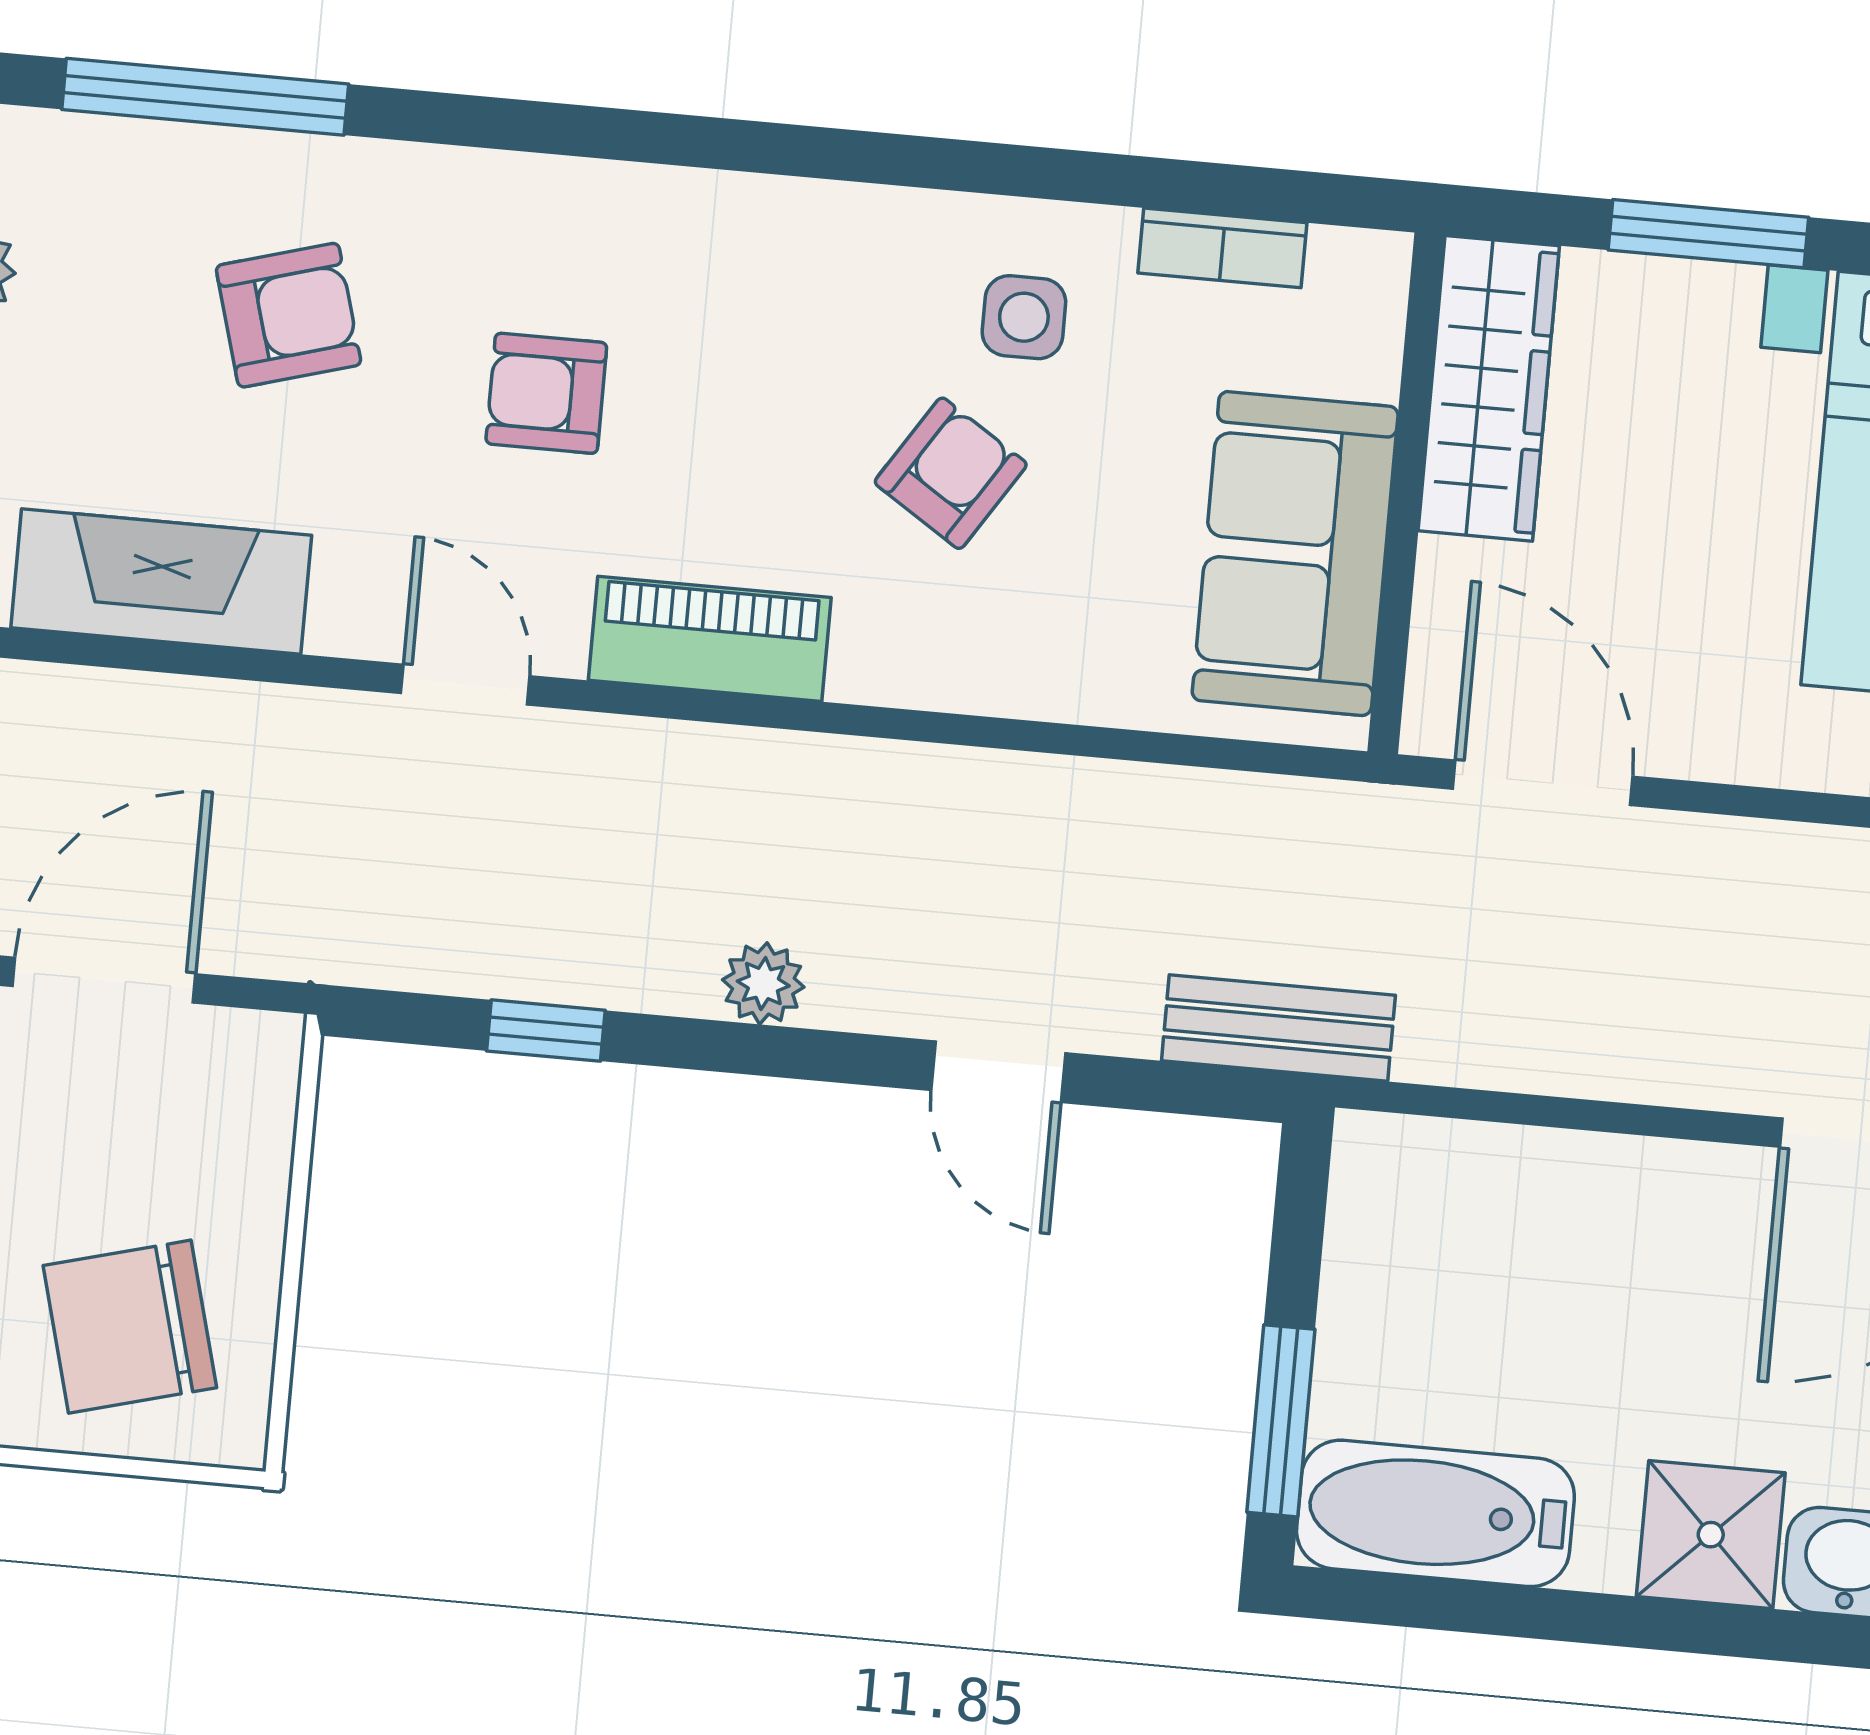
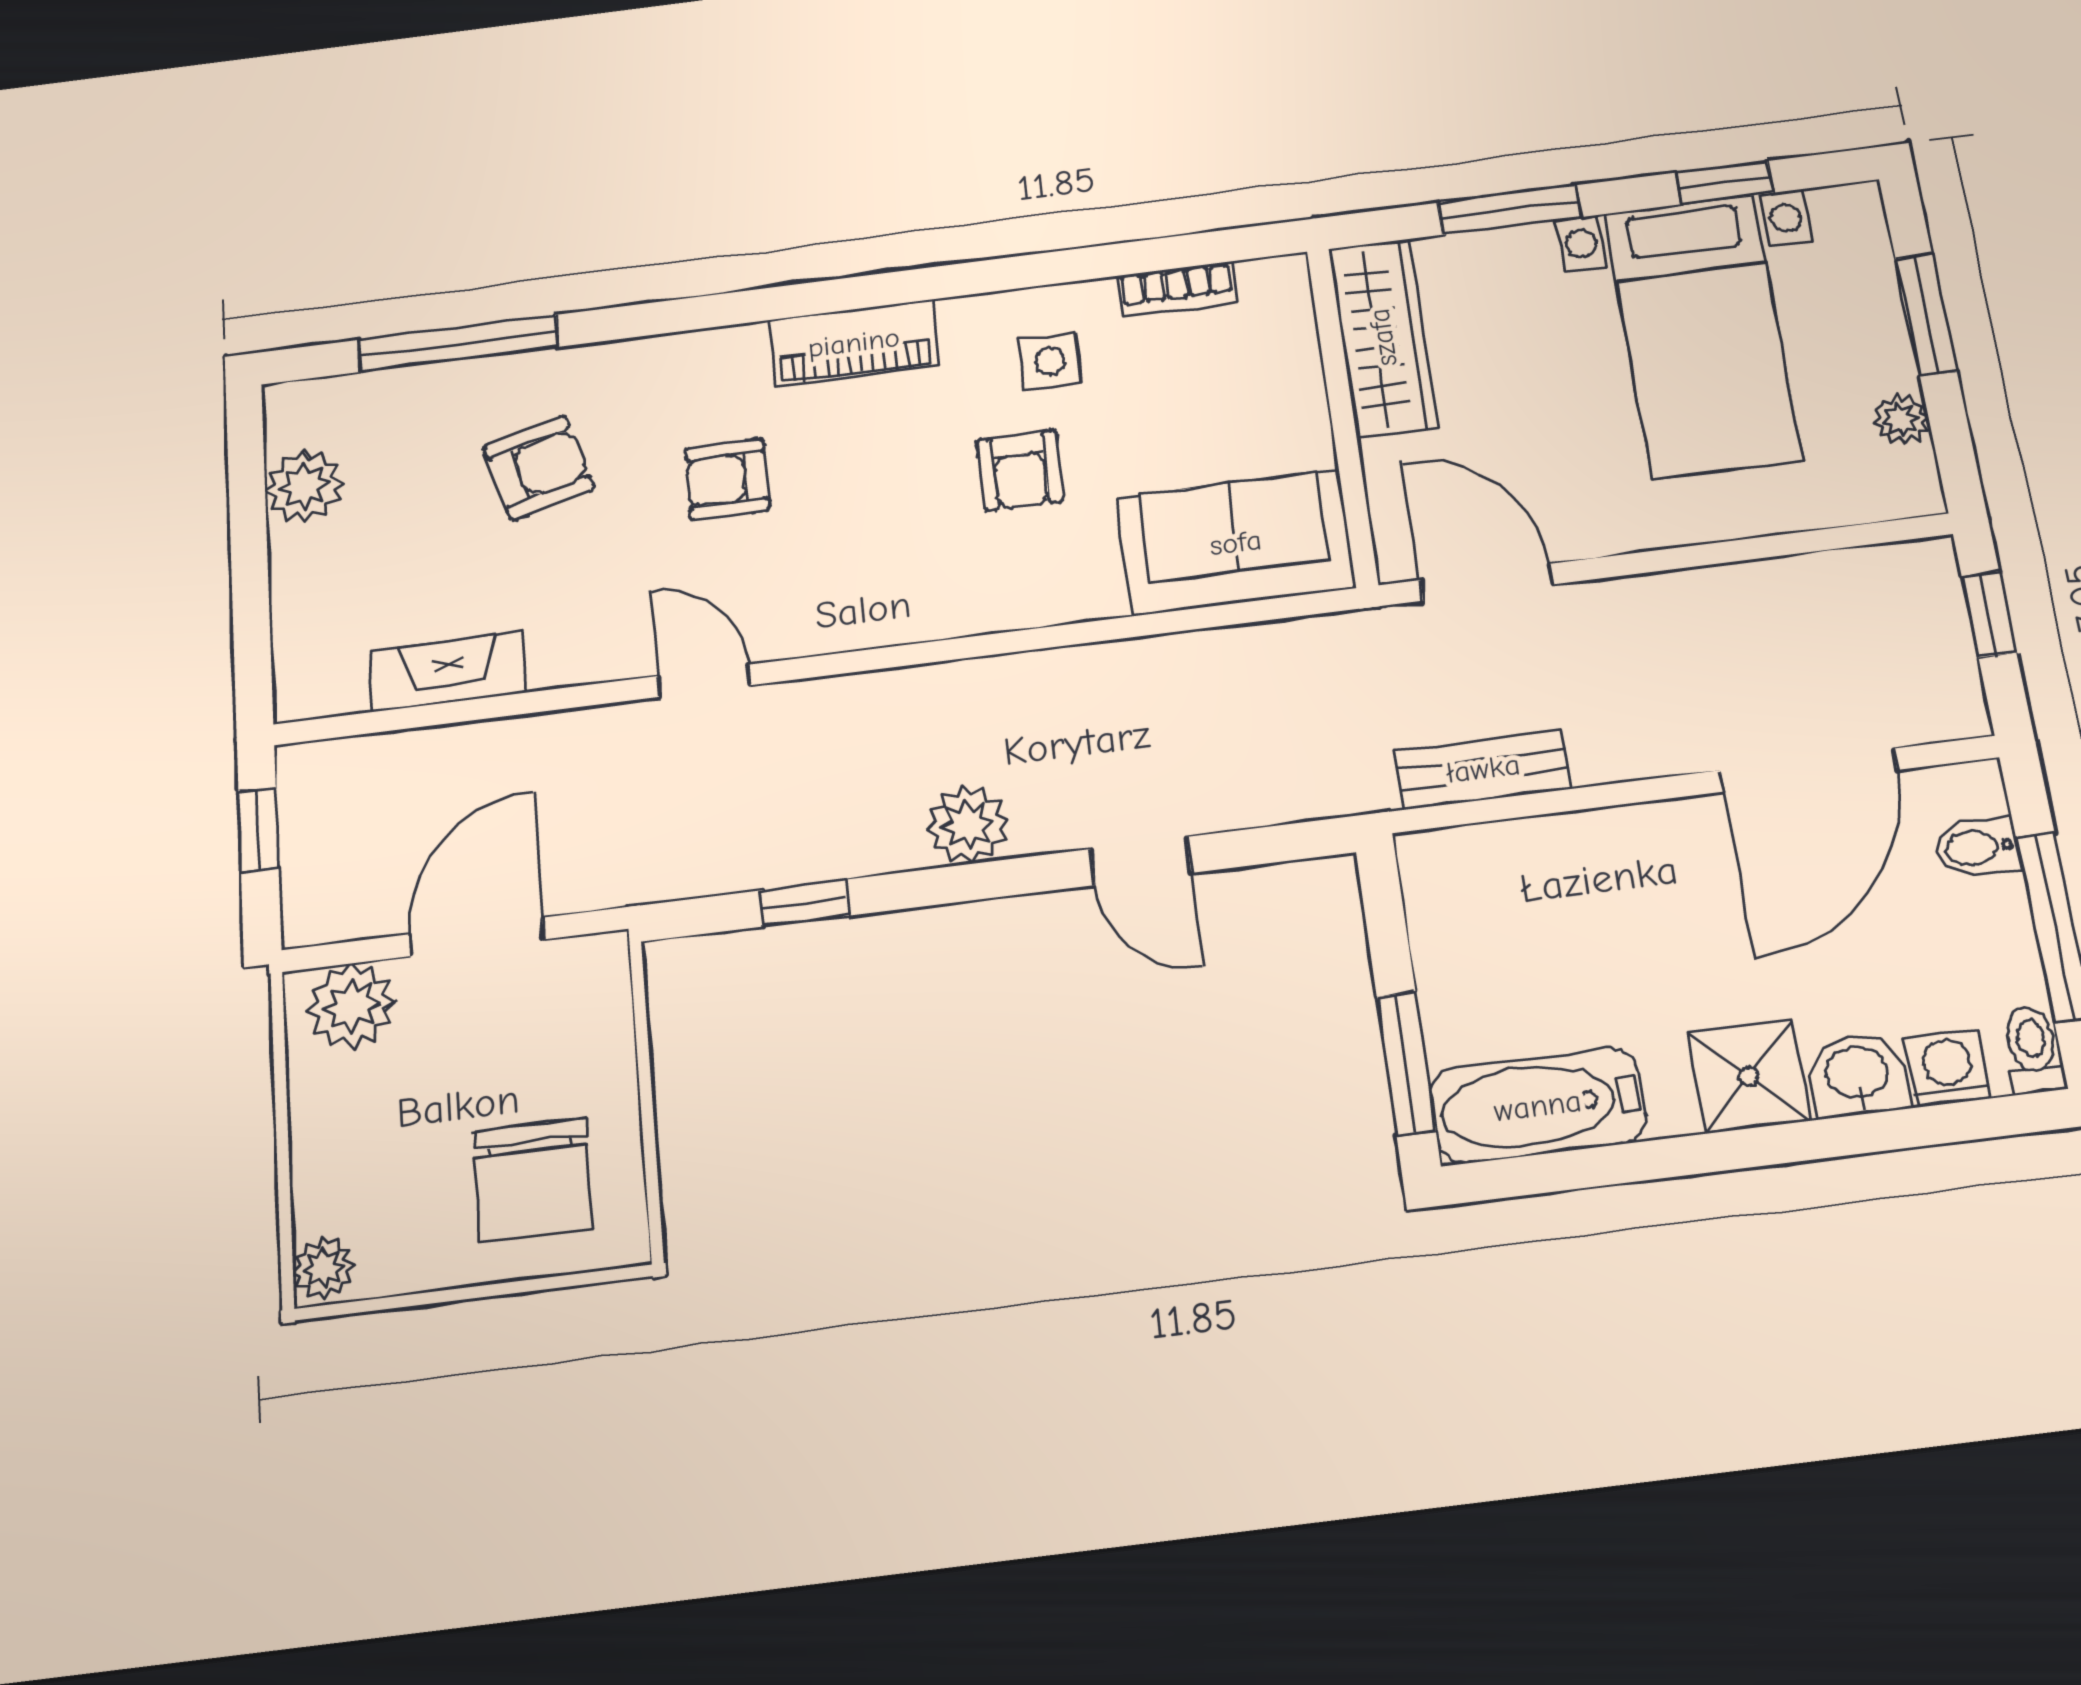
armchair: (951, 473) -> (1020, 470), turned 147
sofa: (1295, 554) -> (1236, 543), moved, turned 90
fireplace: (161, 581) -> (449, 672), width x0.73, depth x0.76
piano: (710, 639) -> (854, 343), moved, turned 180
plant: (763, 983) -> (967, 825), width x1.38, depth x1.38
bench: (1278, 1028) -> (1483, 769), moved
chair: (130, 1327) -> (533, 1180), turned -75

